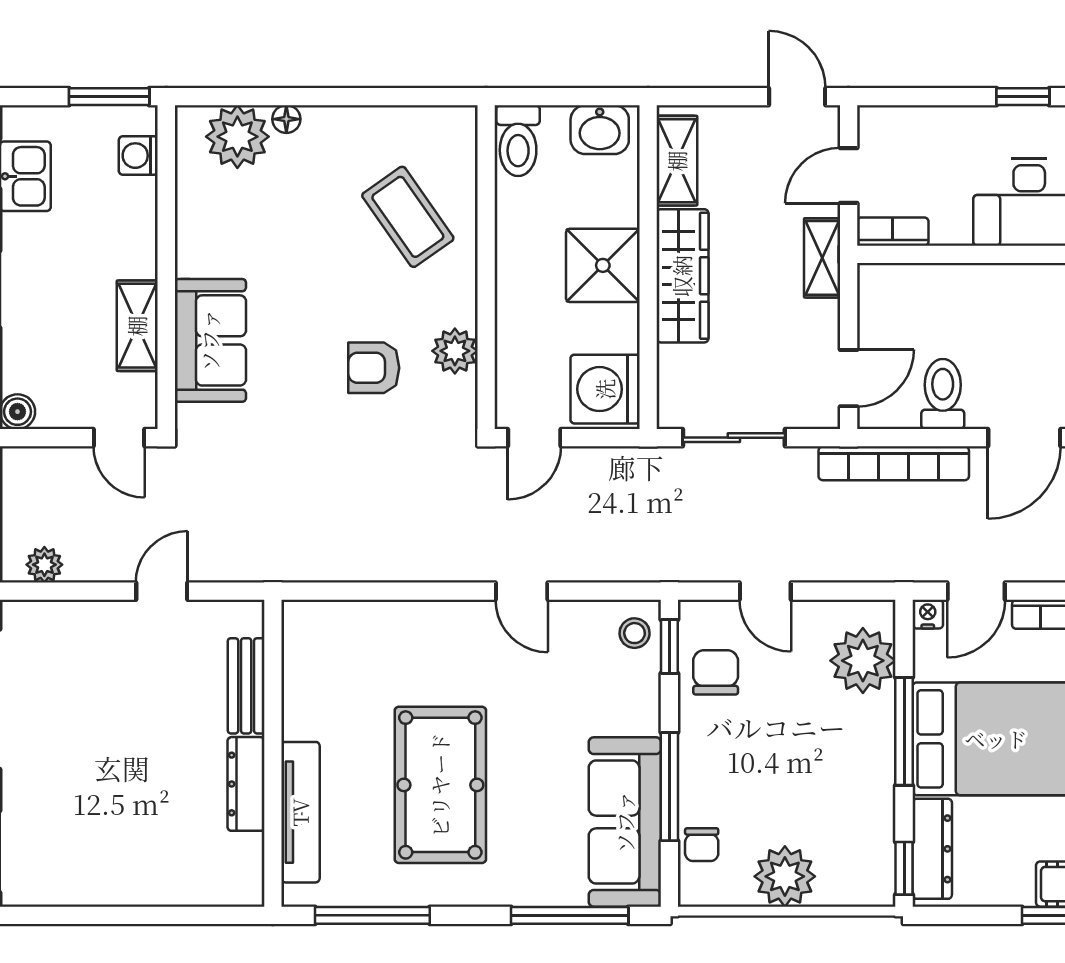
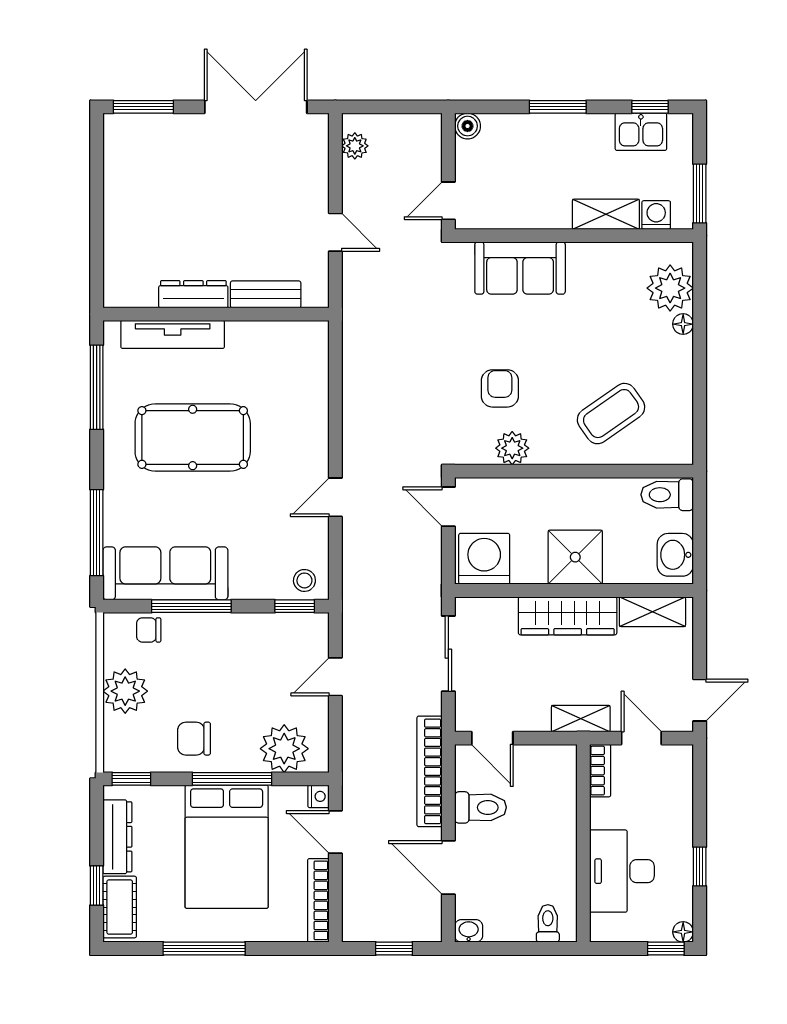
shelving: (137, 326) -> (606, 214), moved
chair: (716, 672) -> (194, 739), moved, turned 180
dresser: (932, 849) -> (117, 837), moved, turned -90

